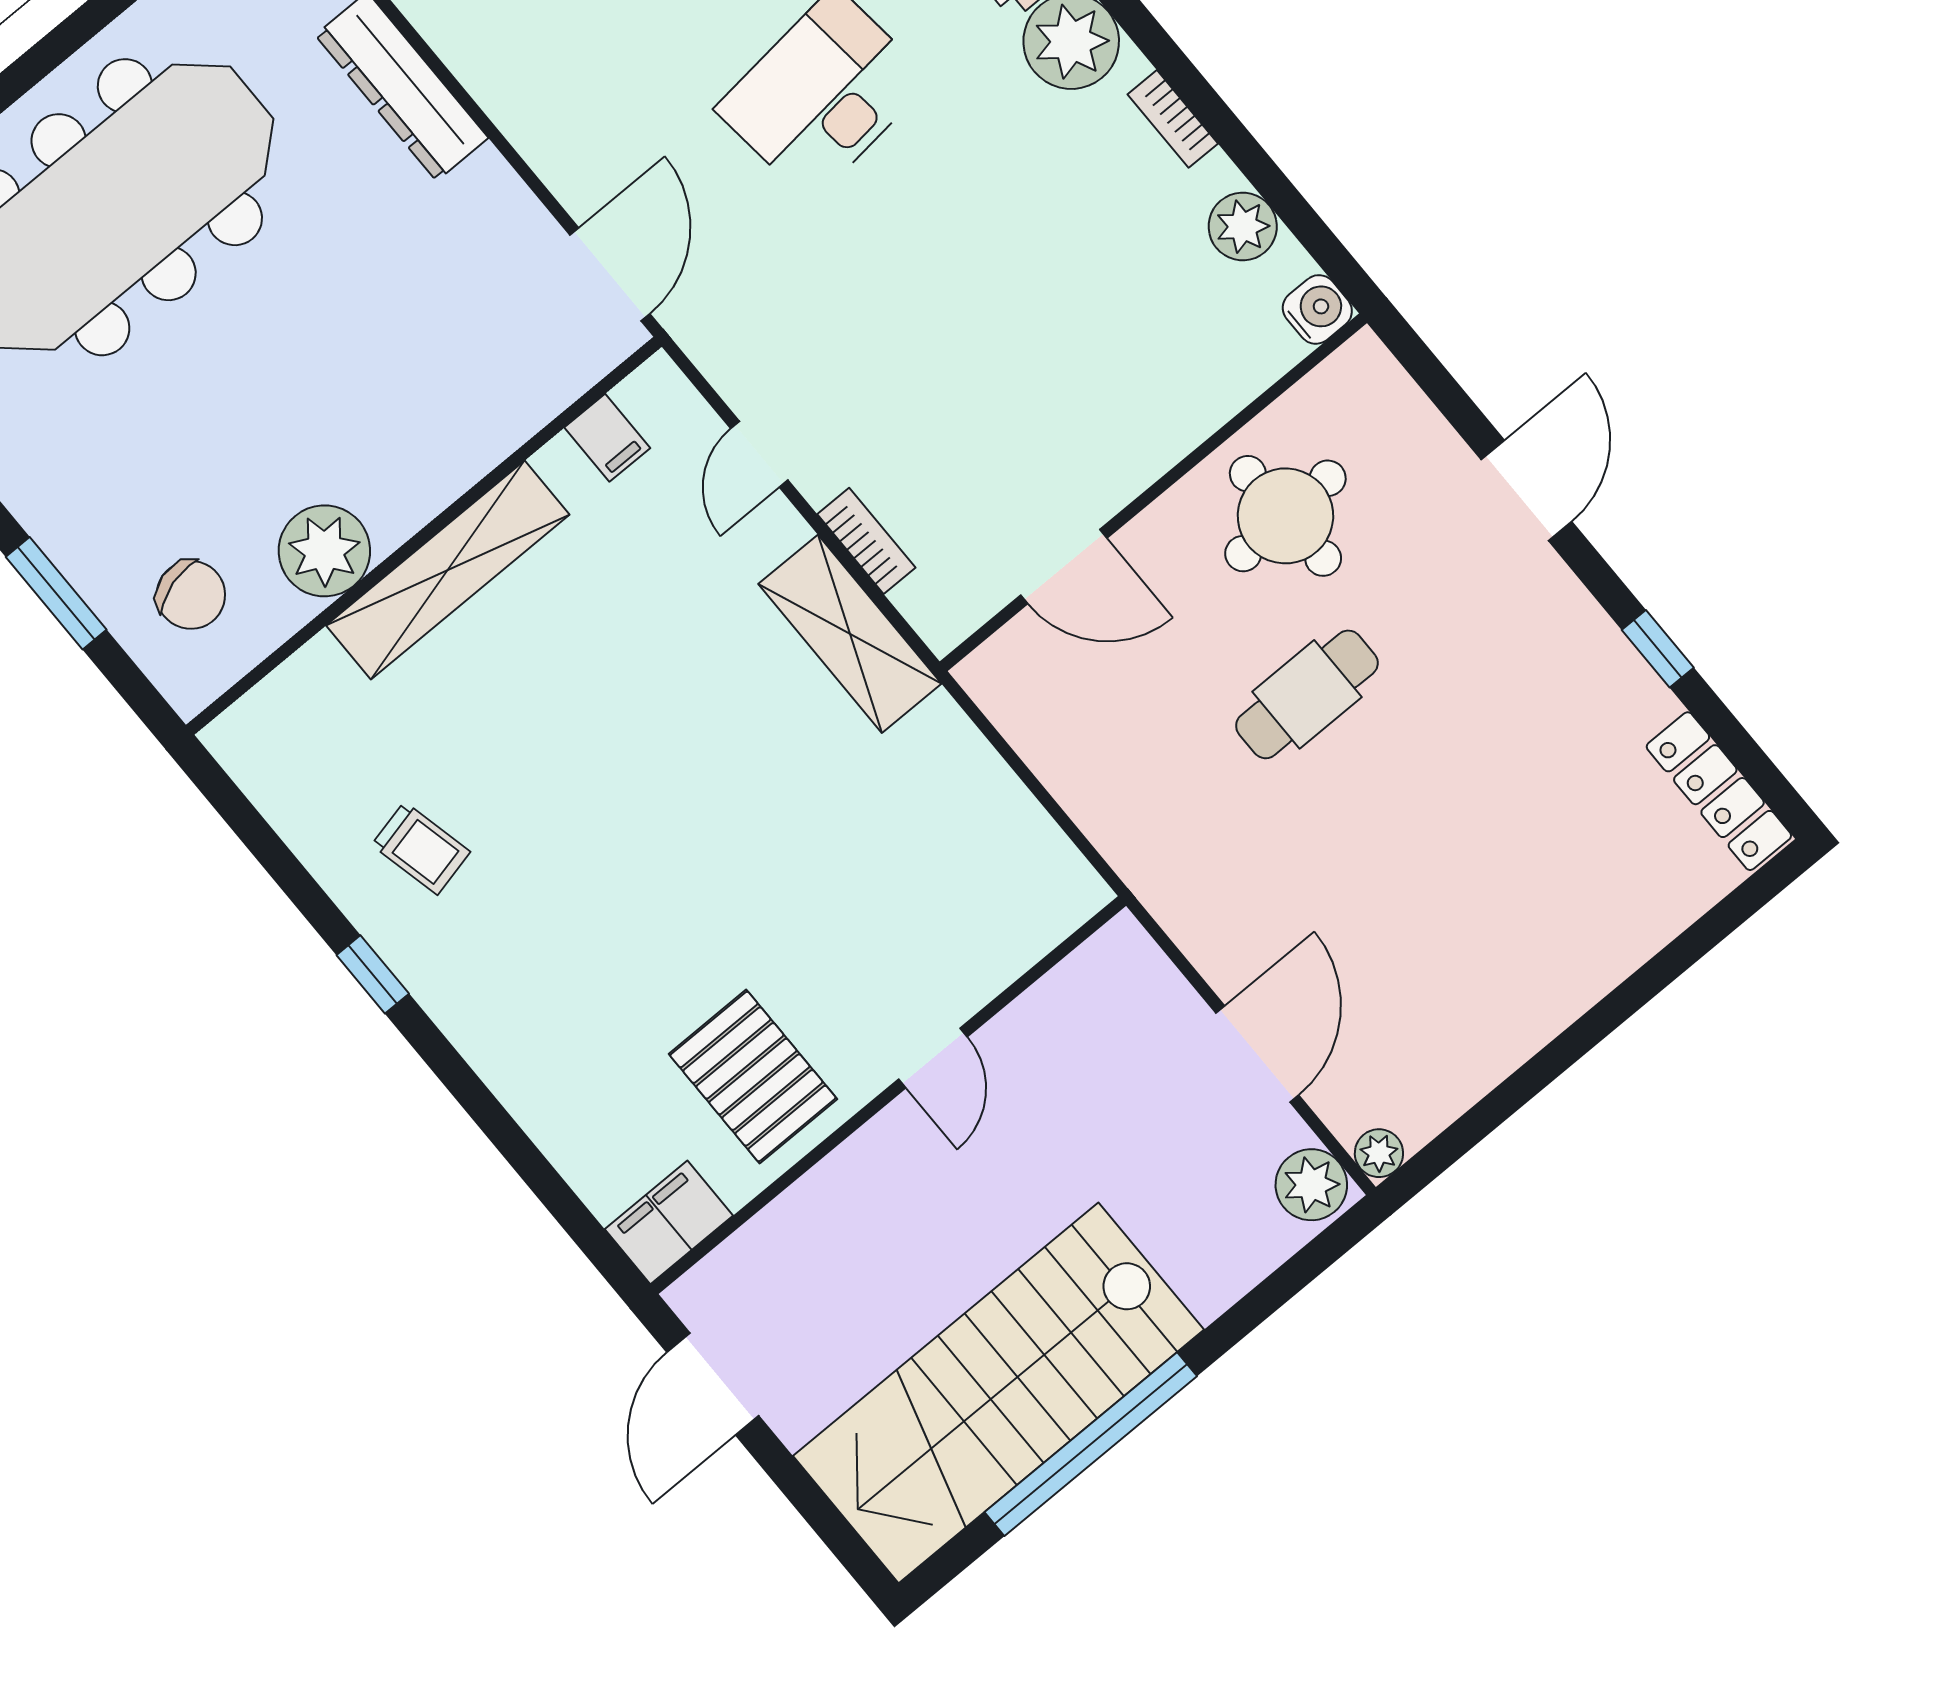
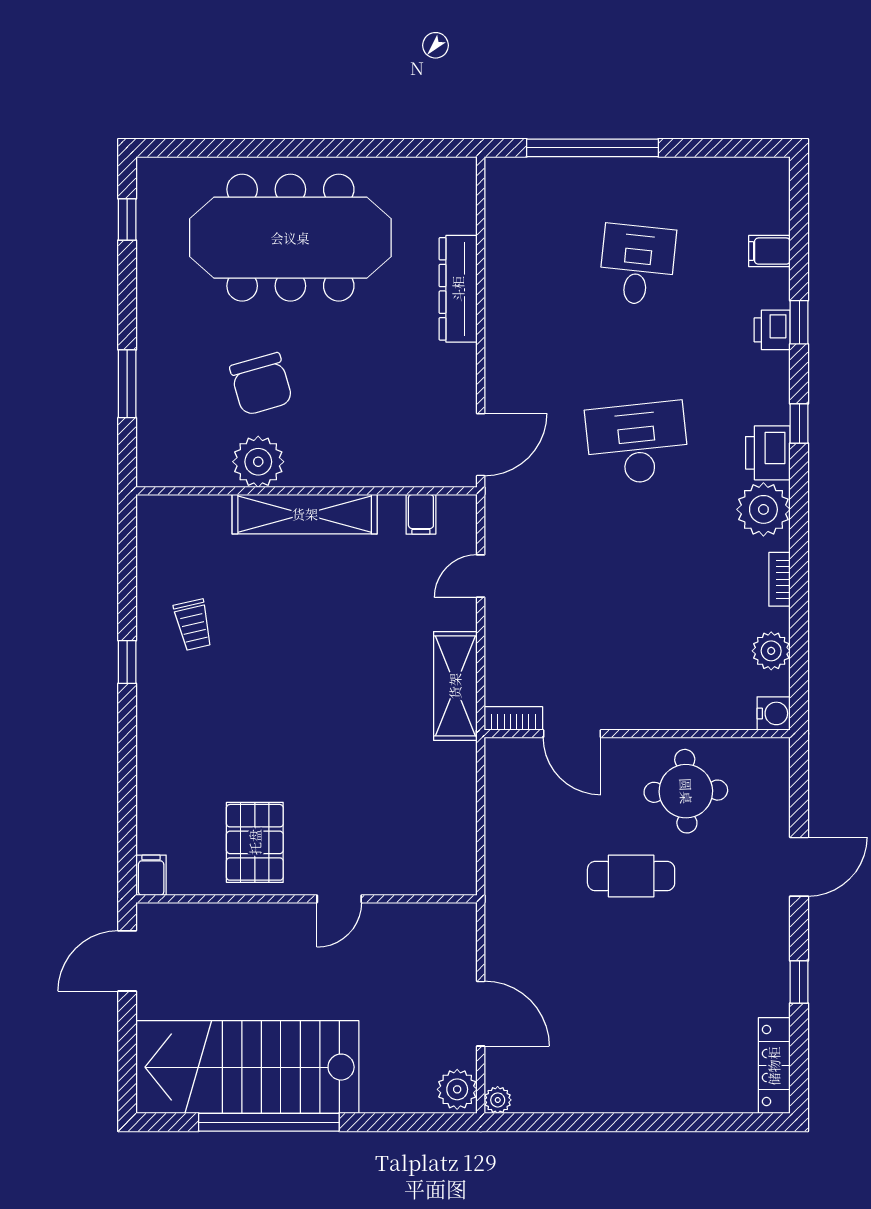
bookcase: (866, 541) -> (513, 718), moved, turned -90
chair: (191, 595) -> (261, 384), moved, width x1.37, depth x1.37
door: (1257, 1054) -> (481, 1014), hinge flipped
filing cabinet: (669, 1222) -> (151, 875), width x0.50

